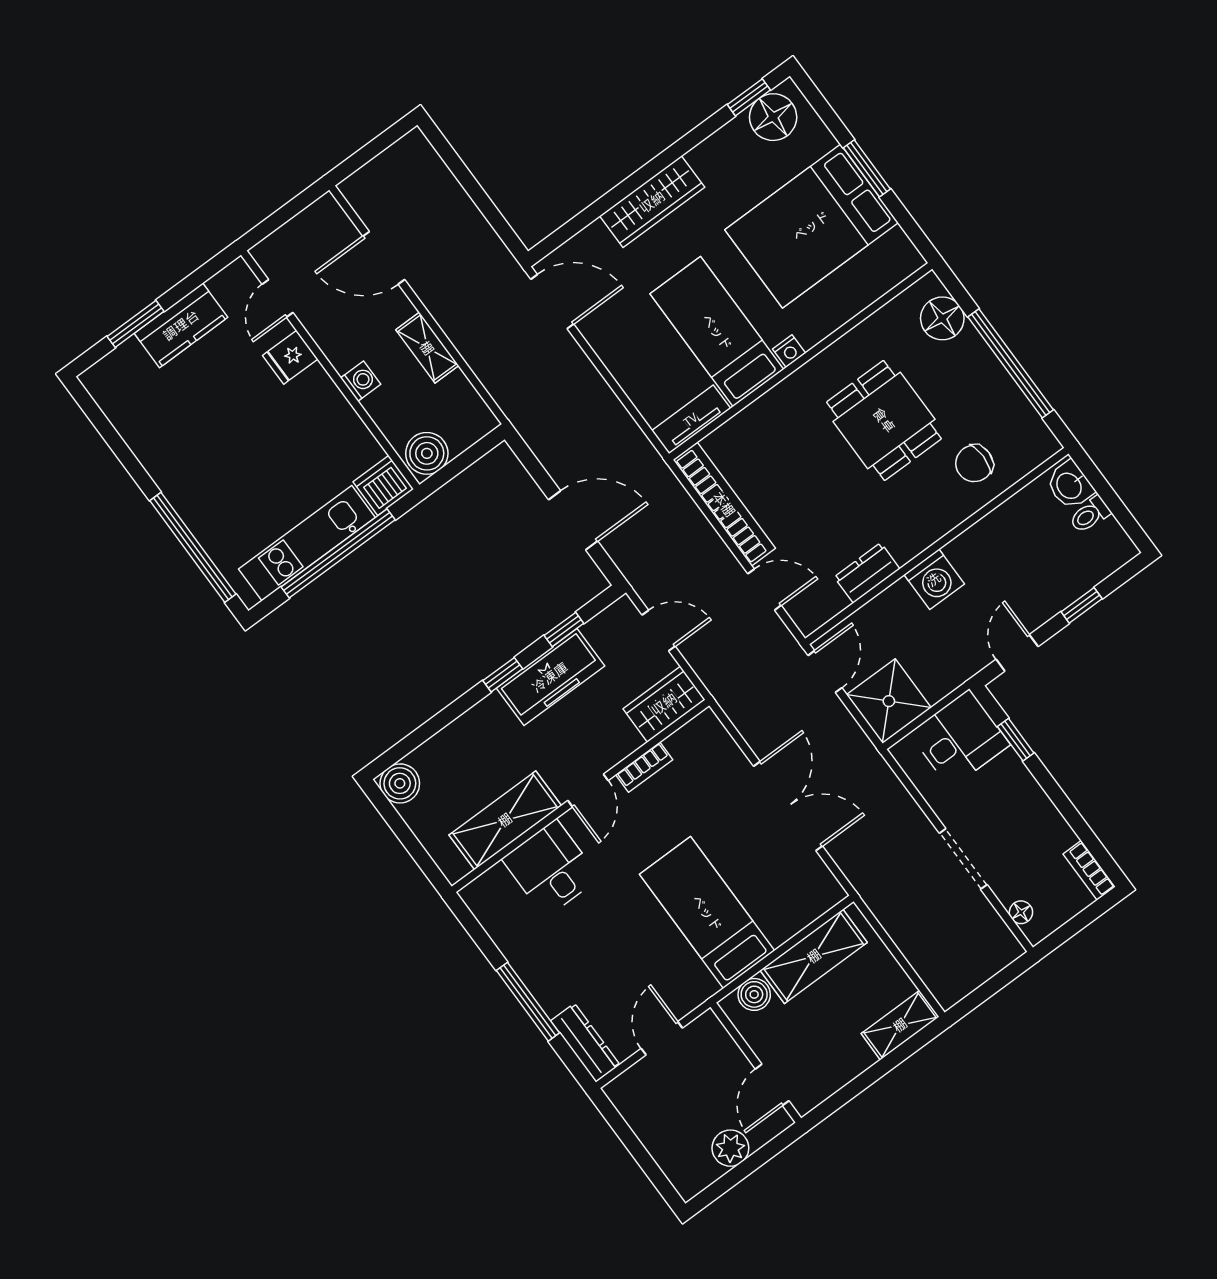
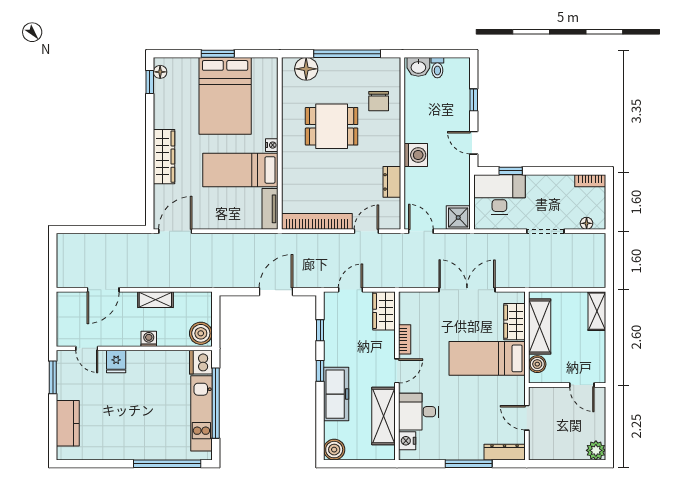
floor lamp: (773, 117) -> (160, 72), width x0.53, depth x0.53
window: (136, 324) -> (53, 377), moved
kitchen counter: (181, 325) -> (68, 423), moved
freezer: (550, 677) -> (336, 394), moved
shower: (889, 701) -> (458, 217), width x0.73, depth x0.73
desk: (960, 739) -> (499, 195), width x1.37
door: (588, 790) -> (397, 371), hinge flipped
nightstand: (494, 884) -> (407, 441), added
wardrobe: (793, 913) -> (514, 322), added
plant: (730, 1148) -> (596, 450), moved

